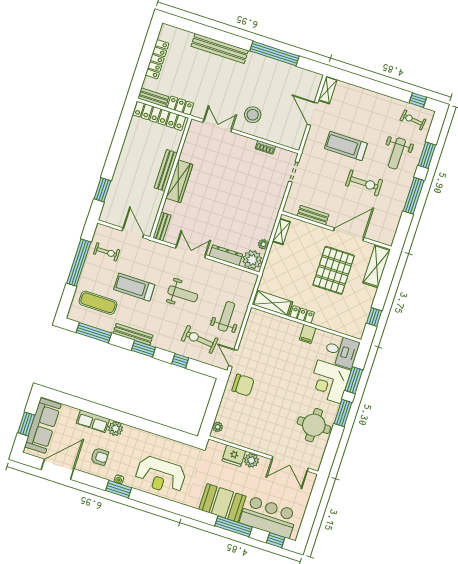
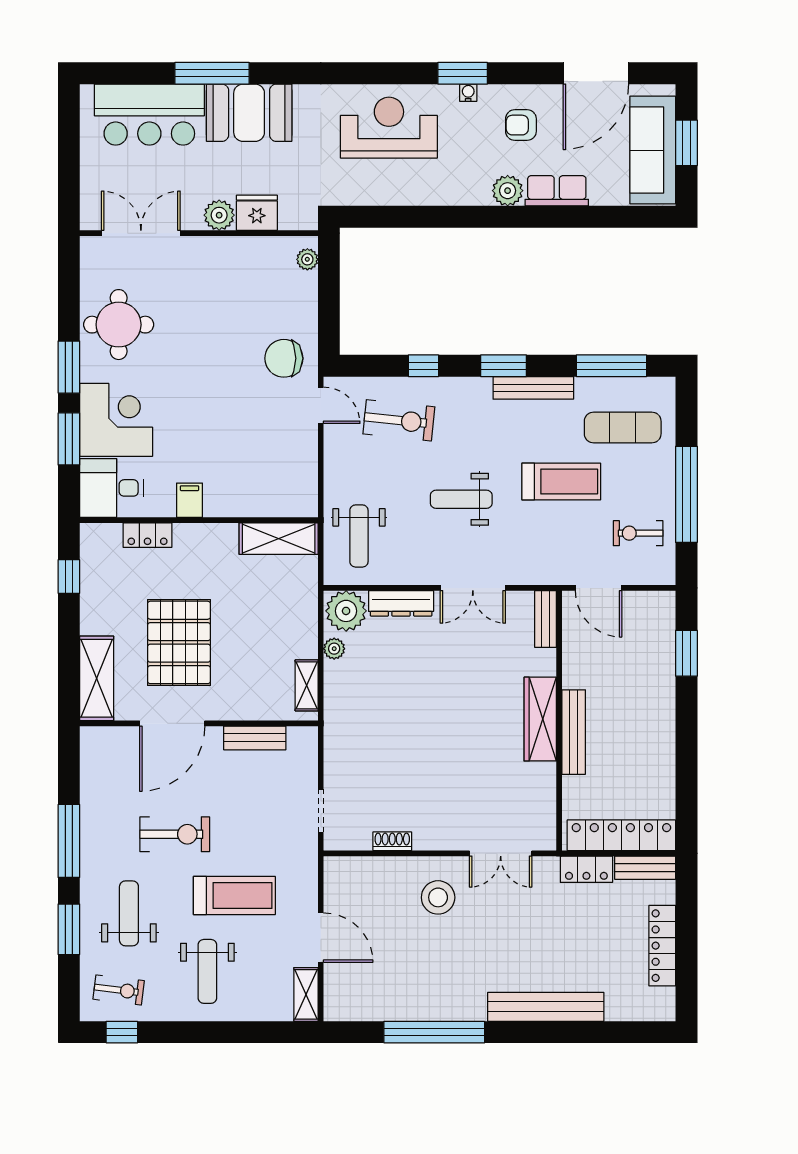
weight bench: (370, 115) -> (207, 971), added
exercise bike: (364, 183) -> (175, 834), turned 180
locker: (302, 314) -> (148, 535), moved
weight bench: (226, 316) -> (359, 536), moved
window: (276, 540) -> (120, 73), removed

